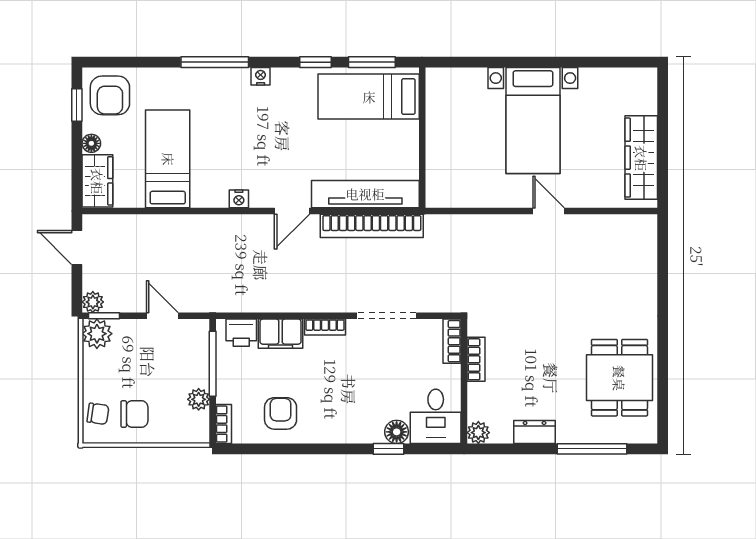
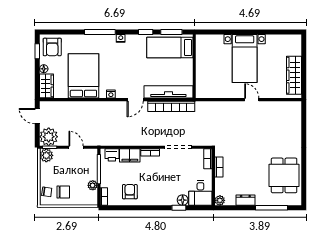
bed: (168, 159) -> (83, 76), width x1.50
plant: (93, 302) -> (49, 137), width x1.87, depth x1.87

